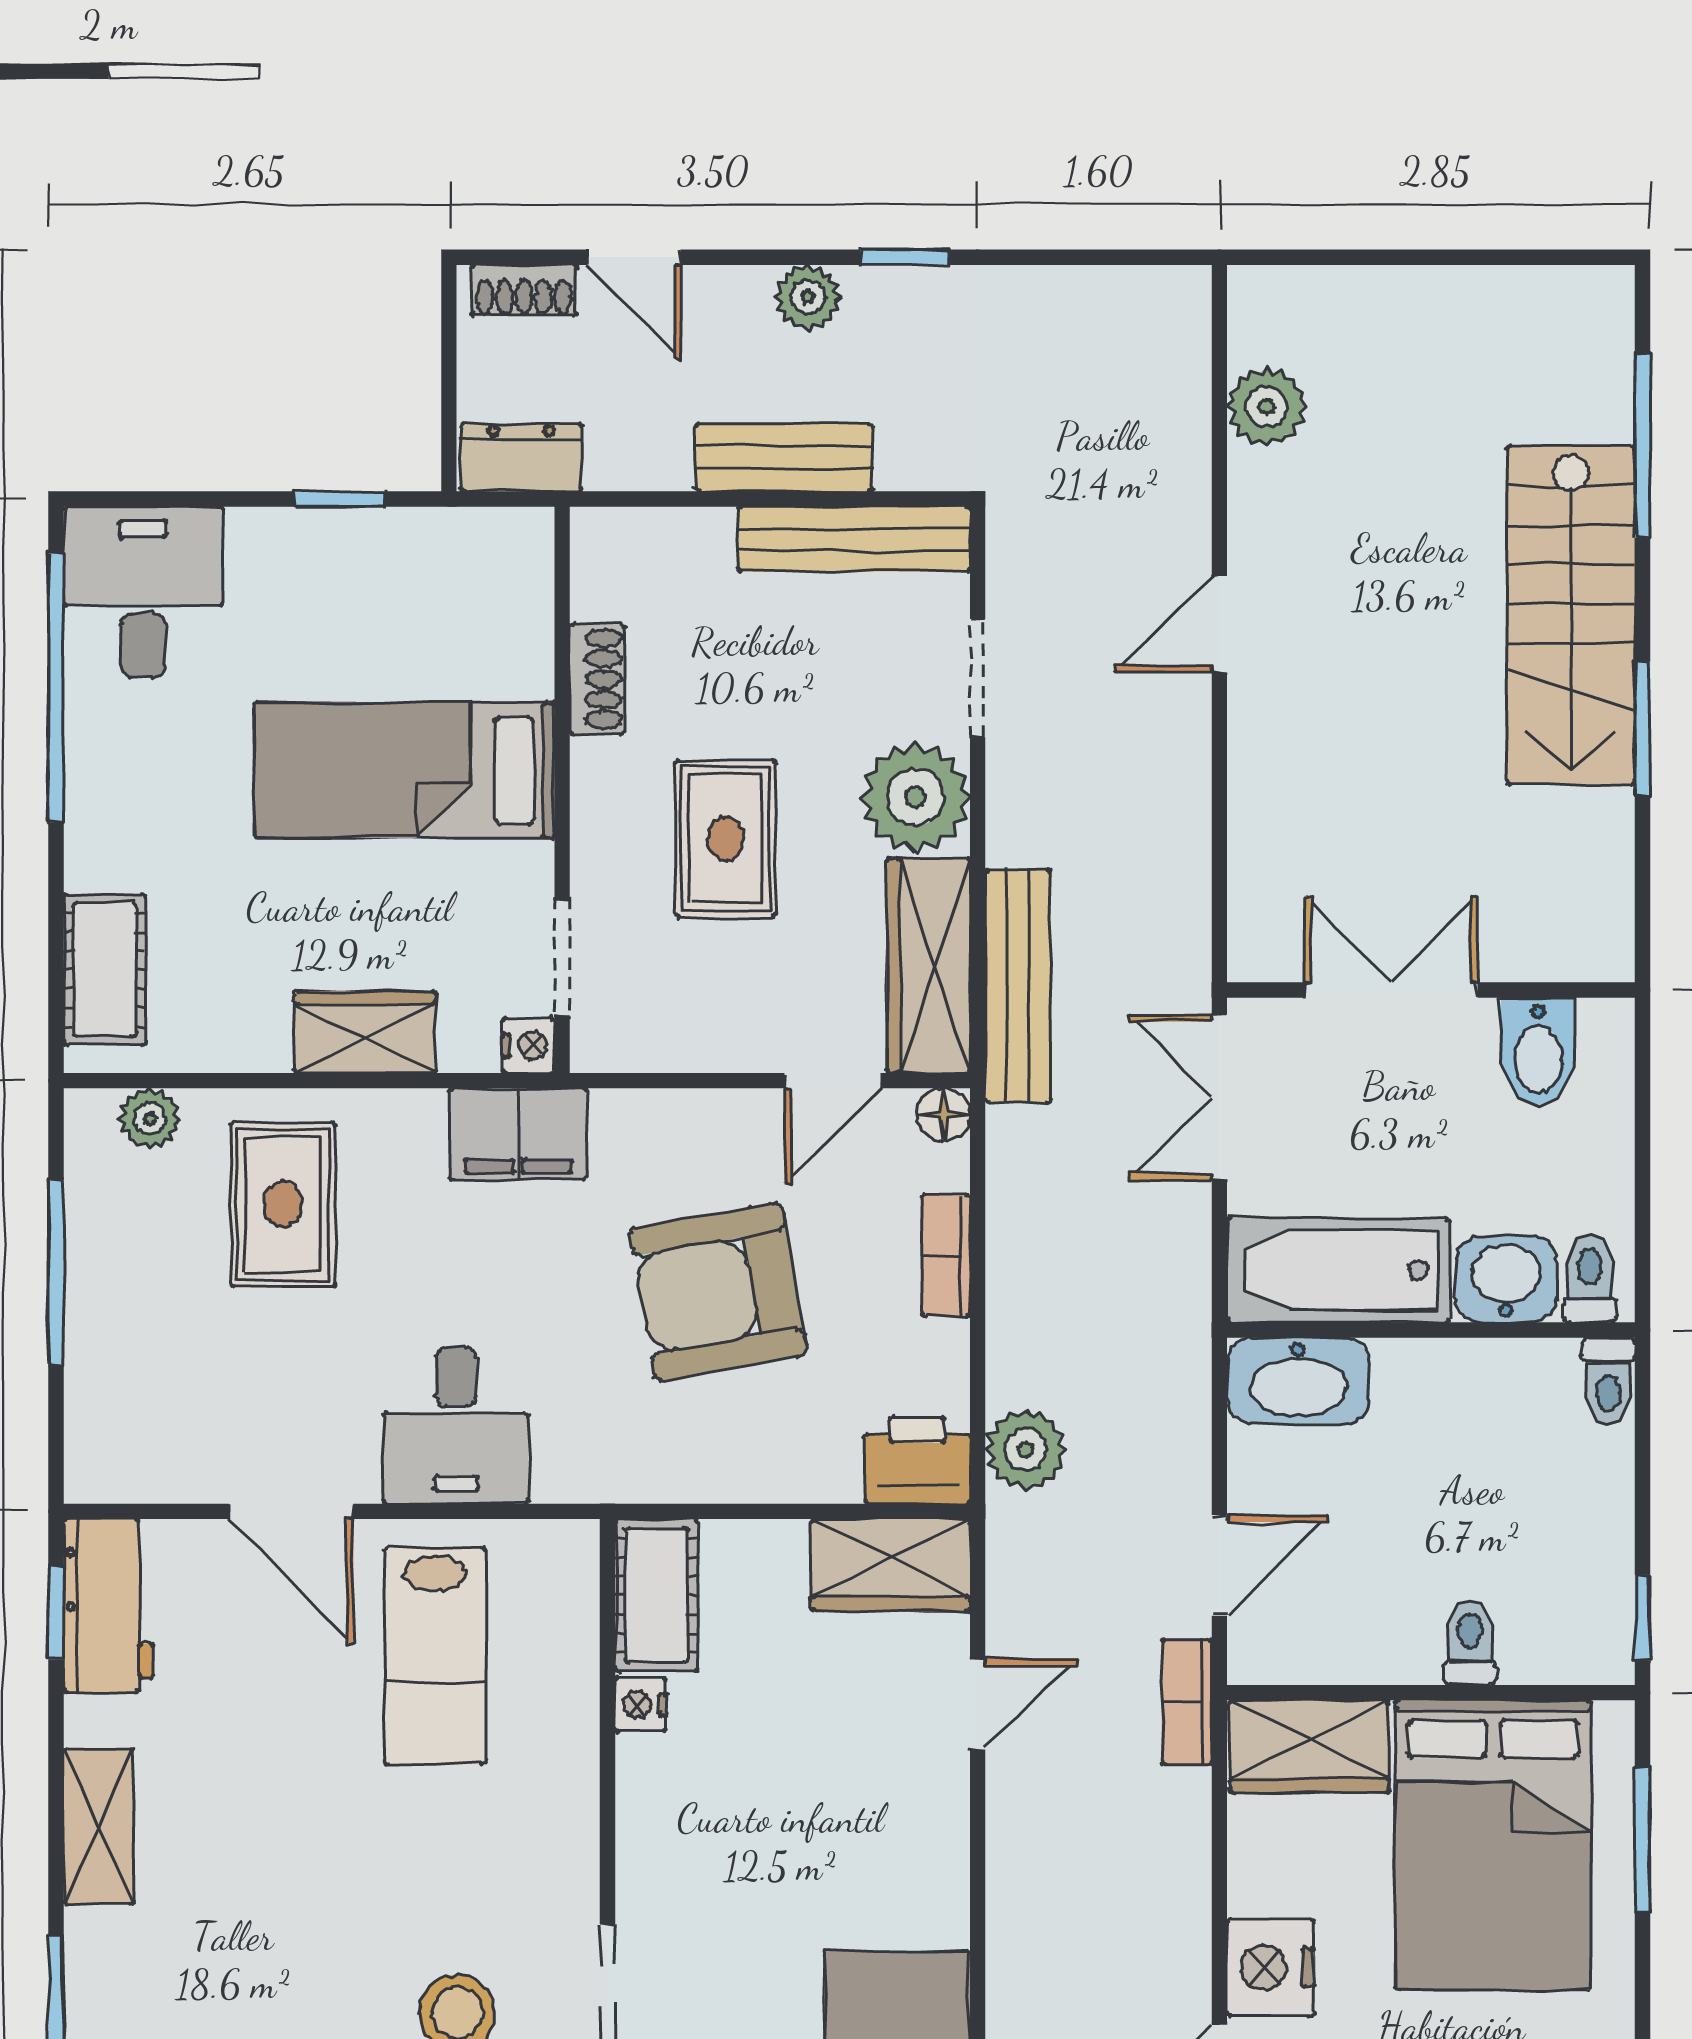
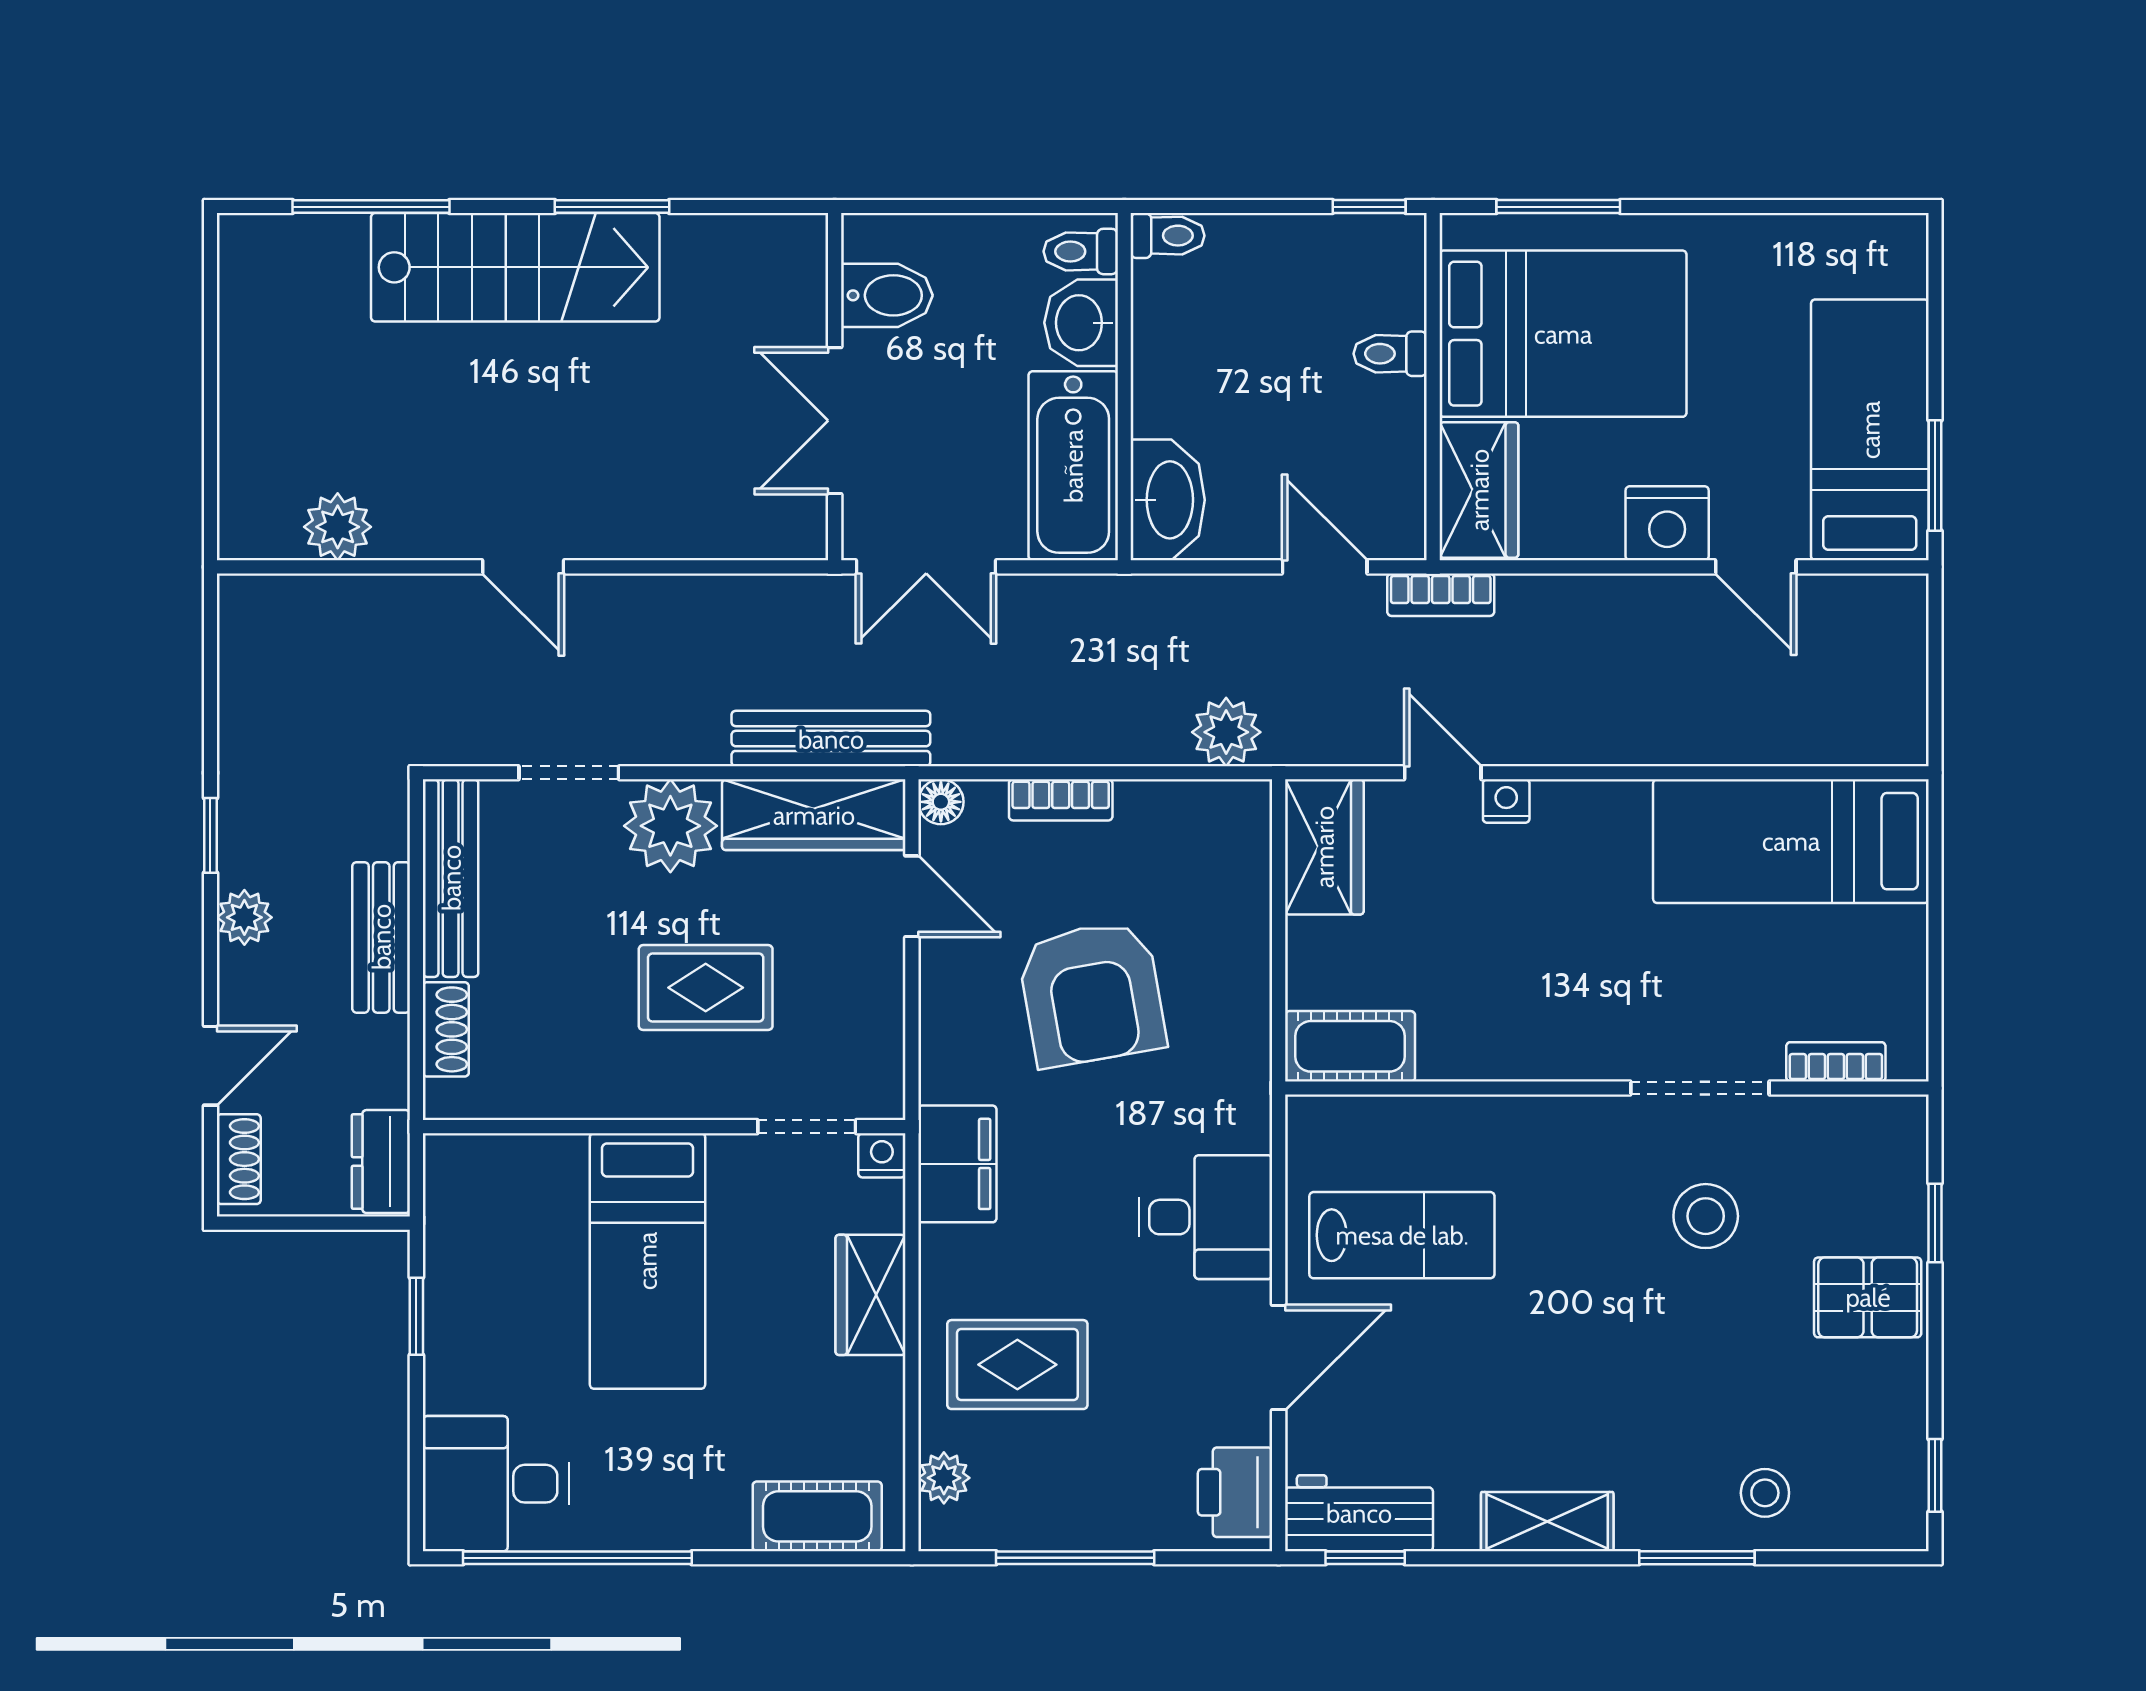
shoe rack: (597, 679) -> (446, 1029), moved, turned 90
printer: (917, 1460) -> (1235, 1492), moved
nightstand: (641, 1705) -> (1506, 801), moved, turned 180

